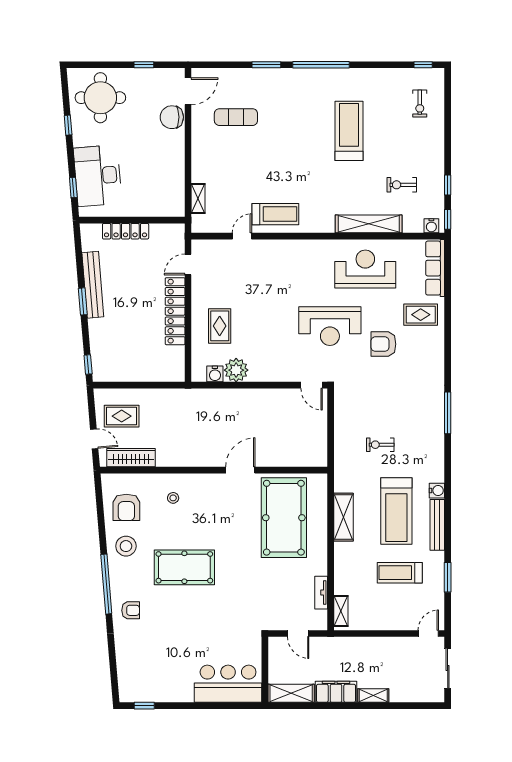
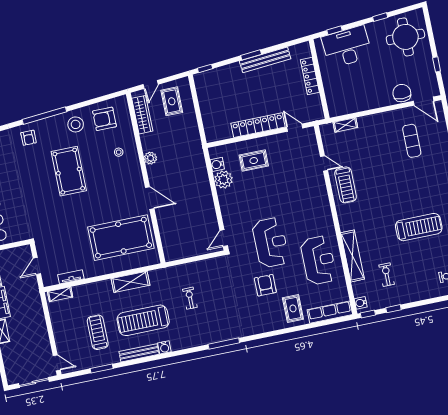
reception desk: (330, 326) -> (271, 243), turned 180
plant: (189, 458) -> (150, 158), added

